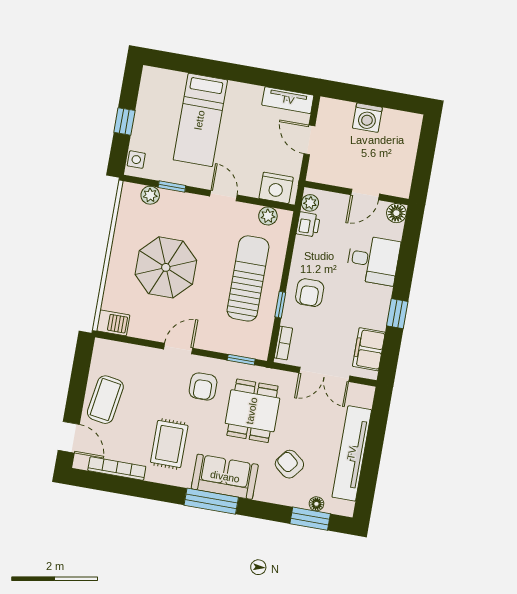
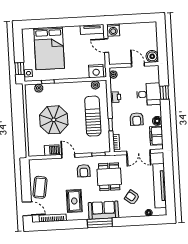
washing machine: (367, 118) -> (113, 30), moved
bed: (200, 120) -> (49, 48), width x1.50
window: (124, 121) -> (20, 69), moved
boiler: (398, 184) -> (152, 56), added
door: (365, 194) -> (138, 65), swing flipped
door: (223, 196) -> (73, 80), removed
floor lamp: (396, 213) -> (157, 121), moved
printer: (308, 224) -> (116, 97), moved
armchair: (310, 293) -> (137, 119), moved
window: (397, 314) -> (164, 93), moved
barbecue: (113, 323) -> (52, 150), moved
door: (178, 349) -> (68, 156), hinge flipped
window: (310, 519) -> (147, 220), removed

